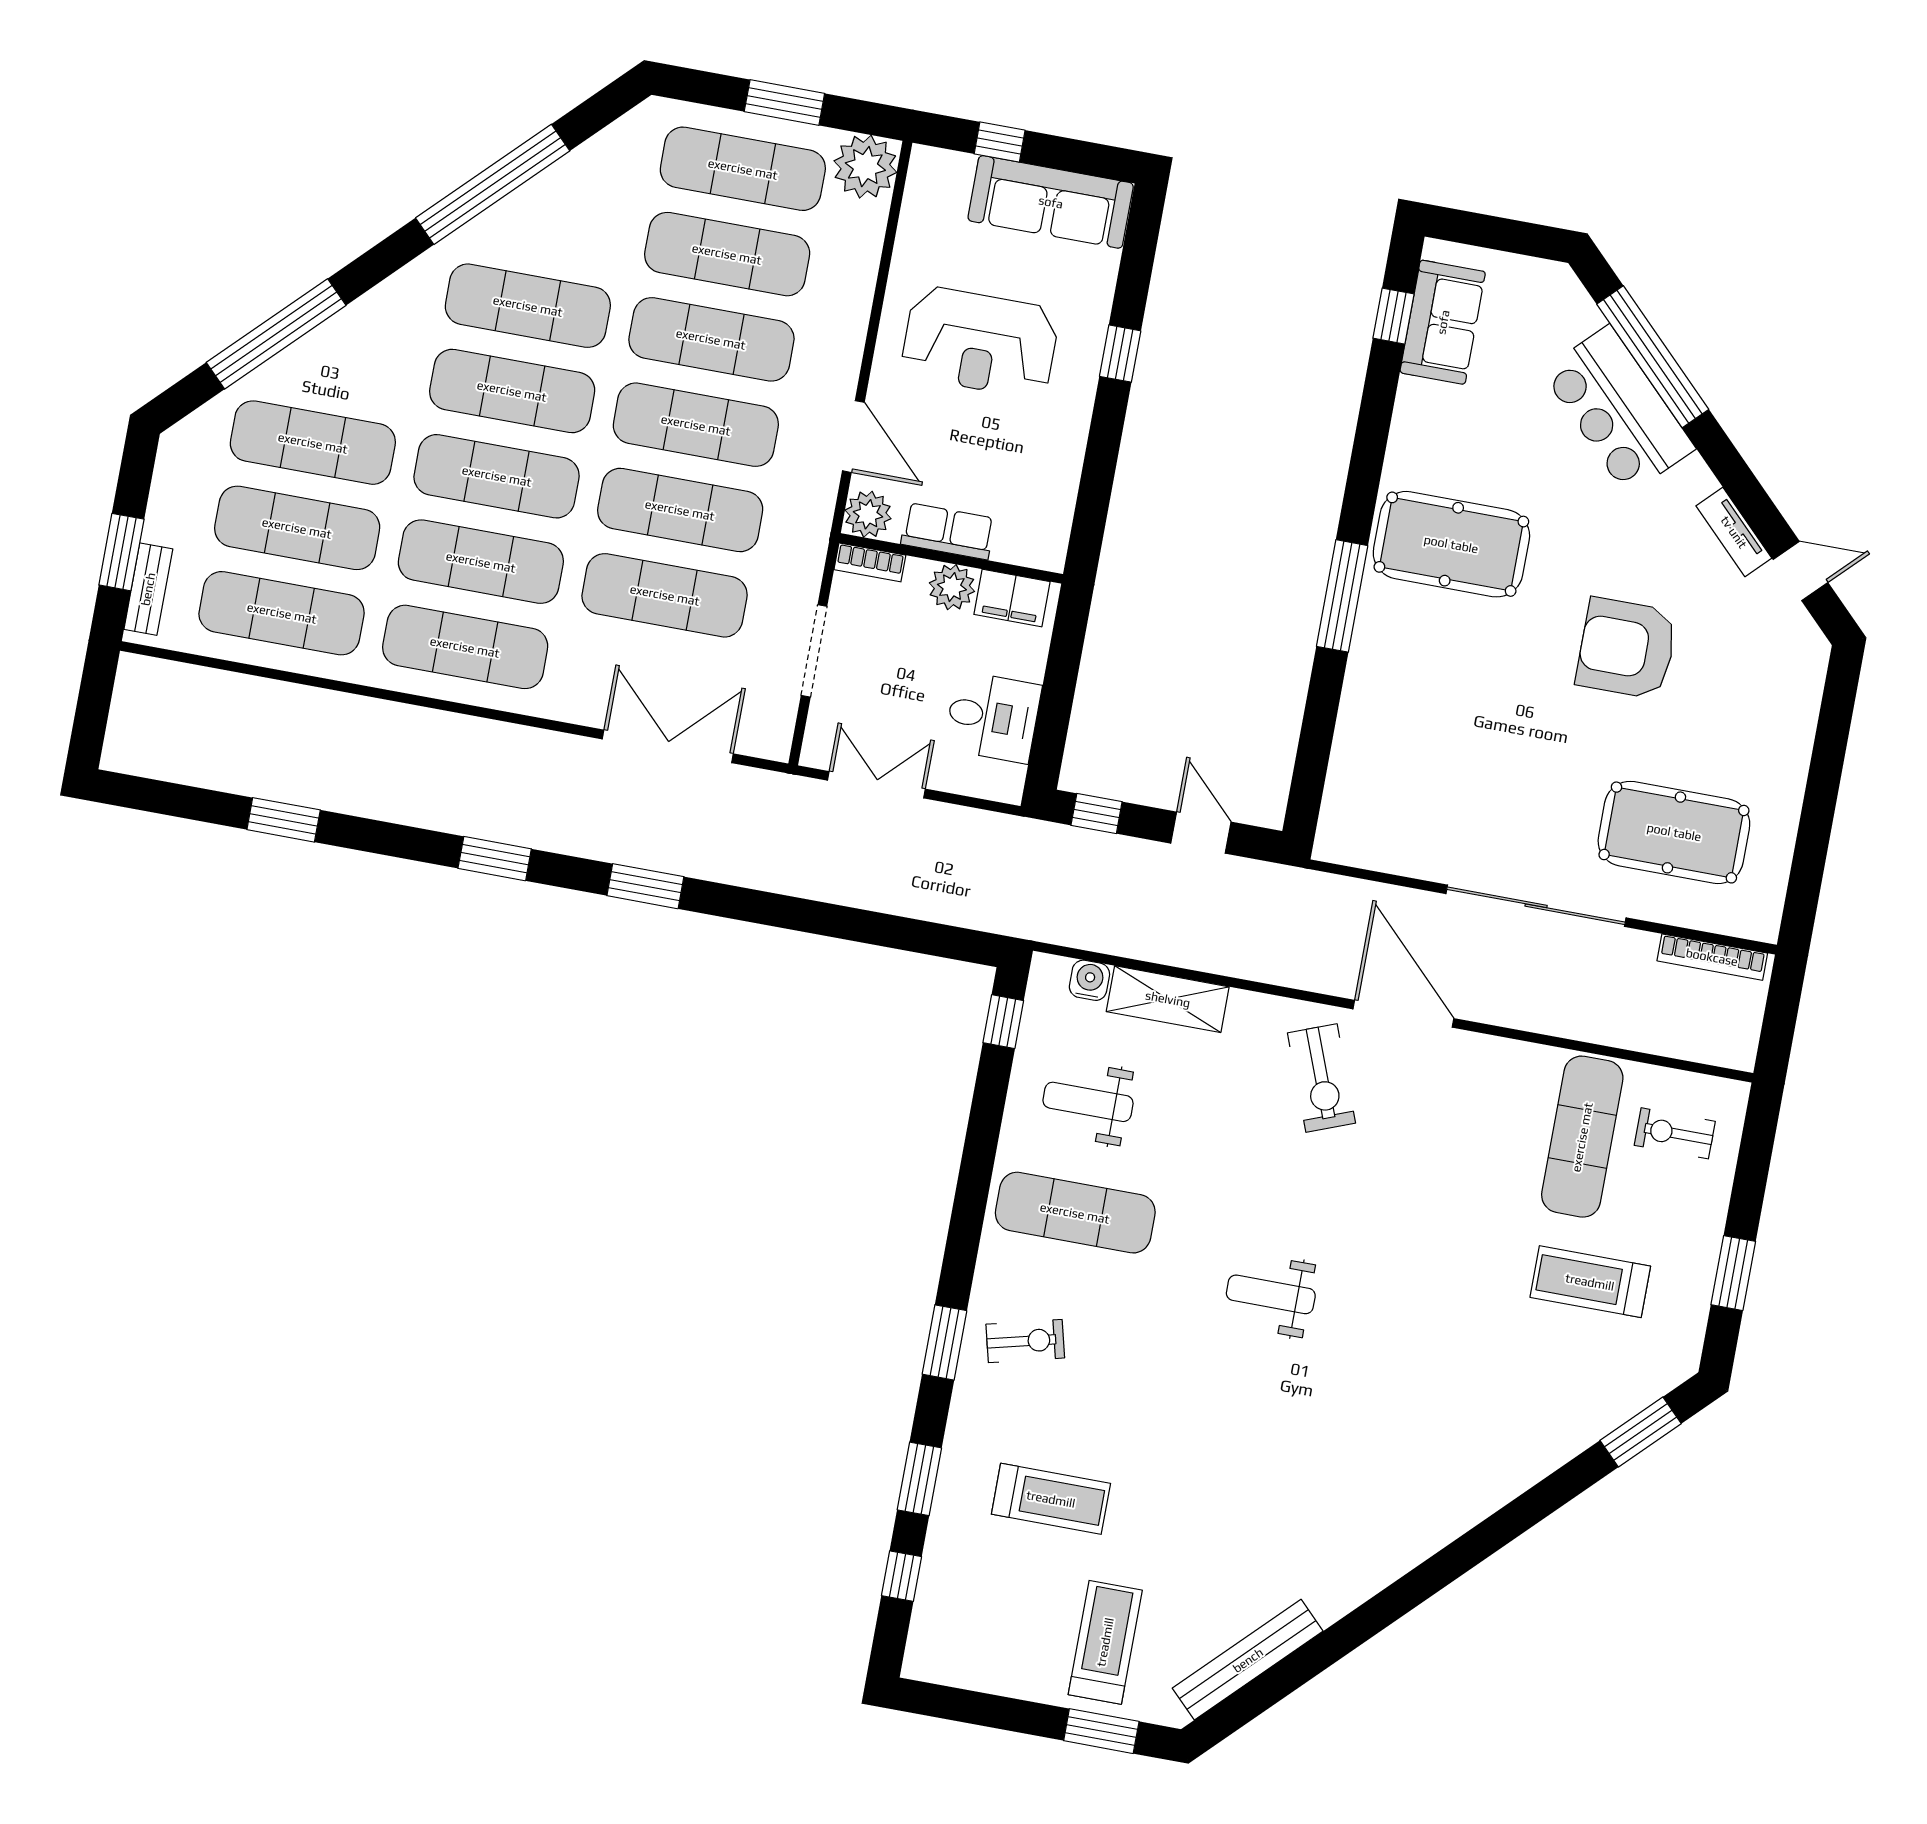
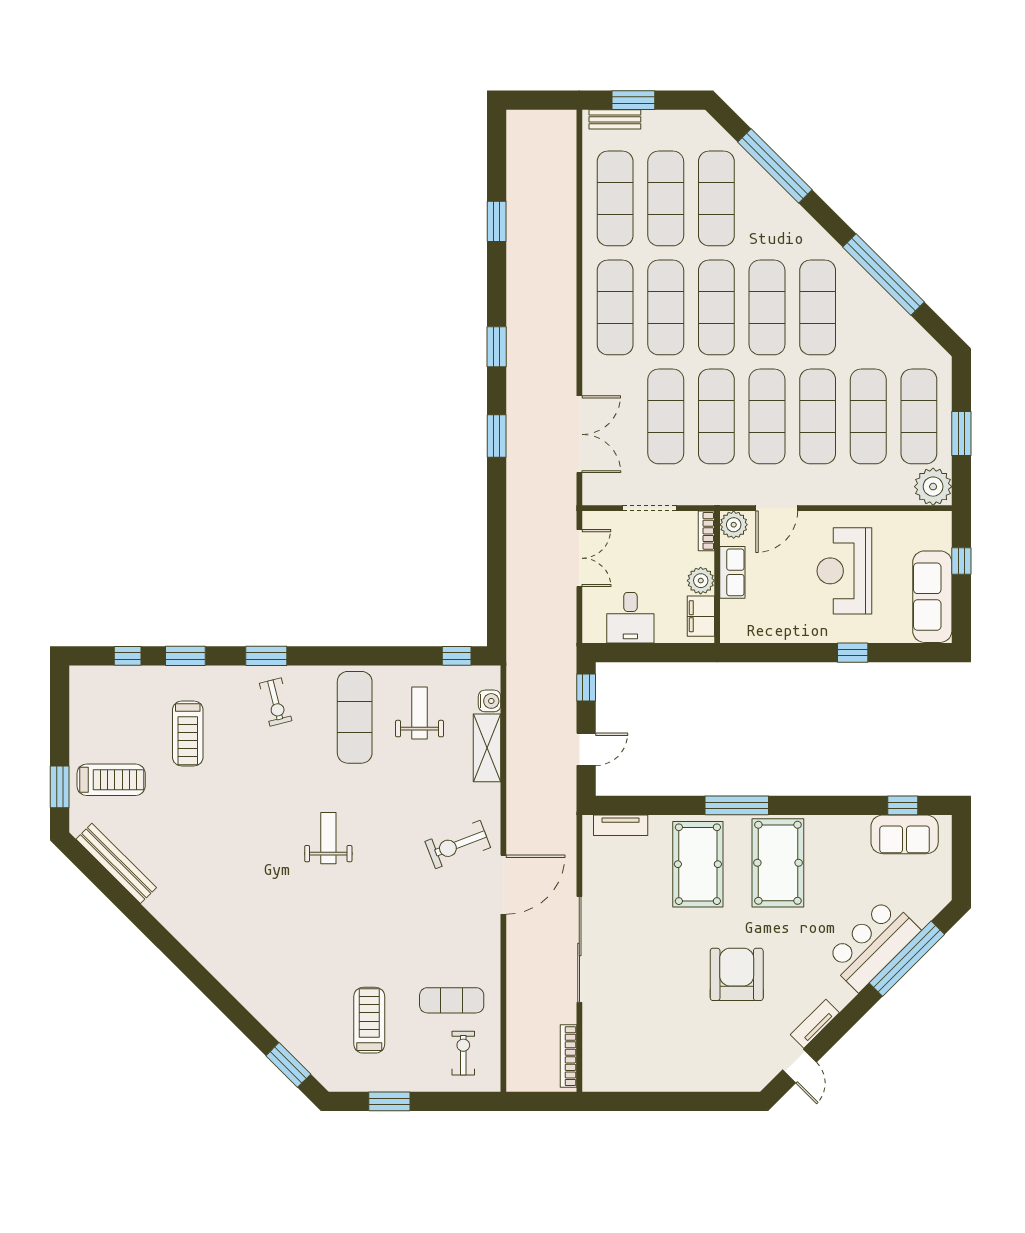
tv unit: (1340, 798) -> (621, 825), added
pool table: (1674, 832) -> (698, 864), moved
exercise mat: (1582, 1137) -> (452, 1000), width x0.73, depth x0.69

